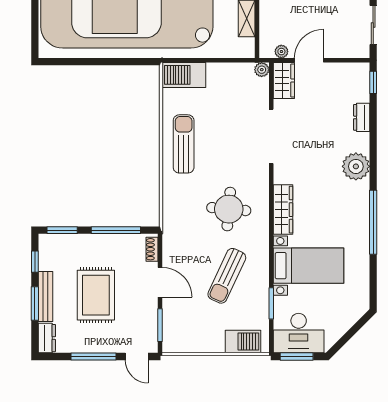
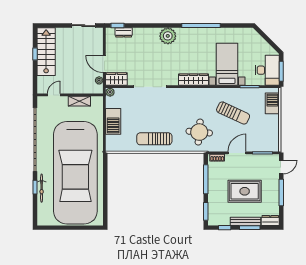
barbecue: (184, 75) -> (113, 121), moved
dresser: (362, 117) -> (124, 32), moved
round table: (229, 209) -> (199, 132), moved

